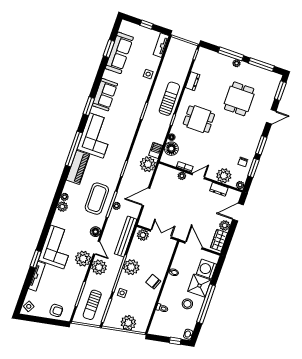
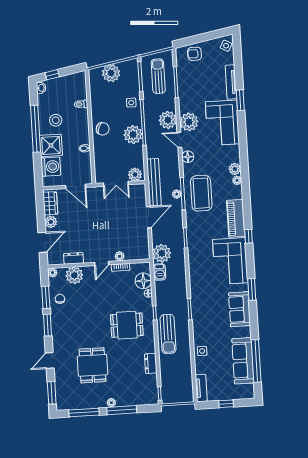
window: (109, 48) -> (256, 361), width x2.11
window: (74, 149) -> (249, 236), width x0.32
bench: (126, 236) -> (154, 182), moved

